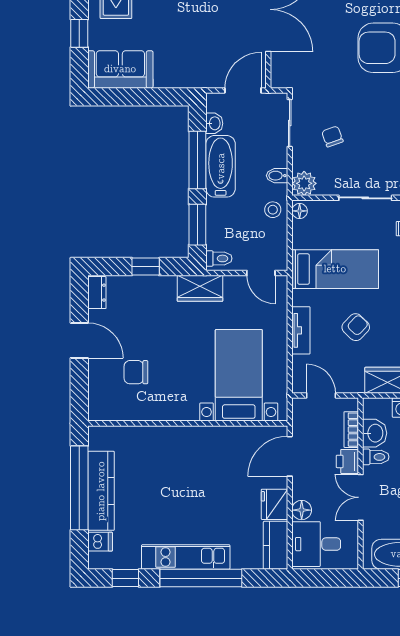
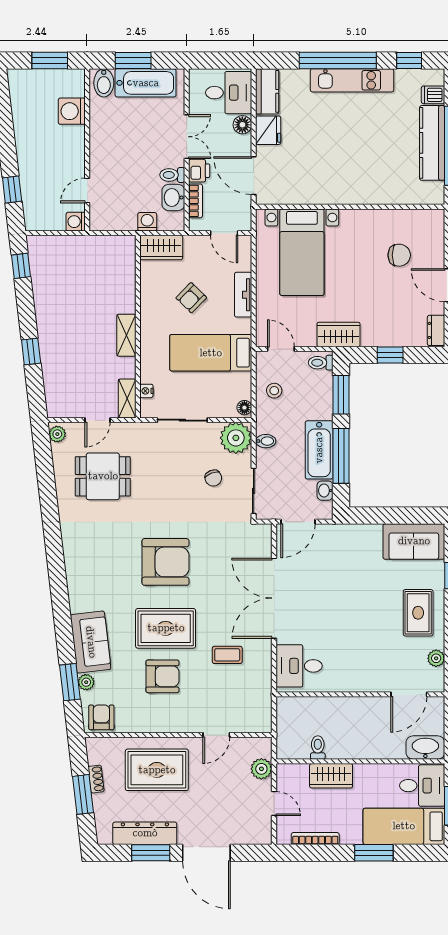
plant: (304, 183) -> (236, 438), width x1.36, depth x1.36
stool: (273, 210) -> (274, 391), moved
door: (290, 456) -> (254, 176), swing flipped

